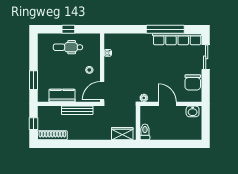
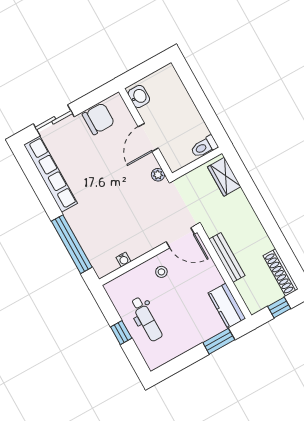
window: (165, 29) -> (72, 244), moved
kitchen counter: (62, 95) -> (227, 306), moved

